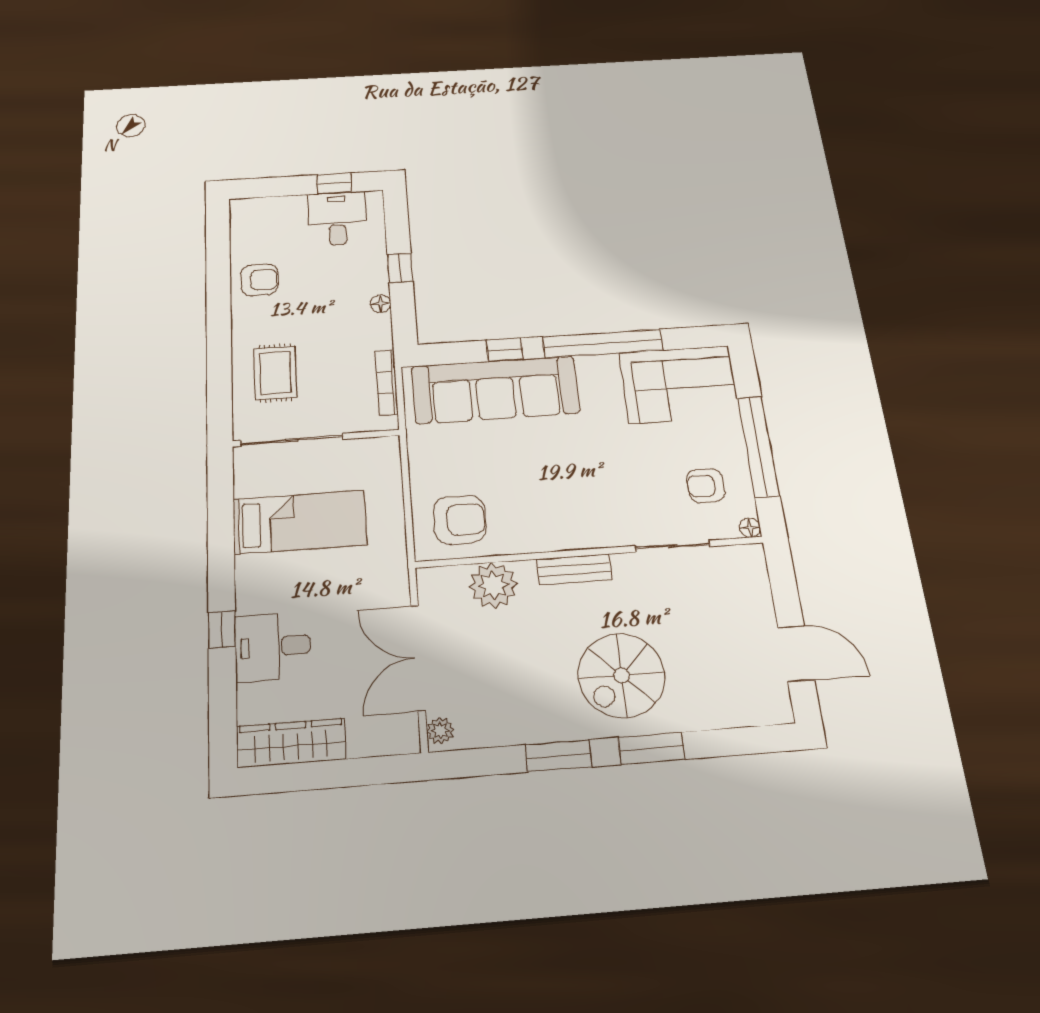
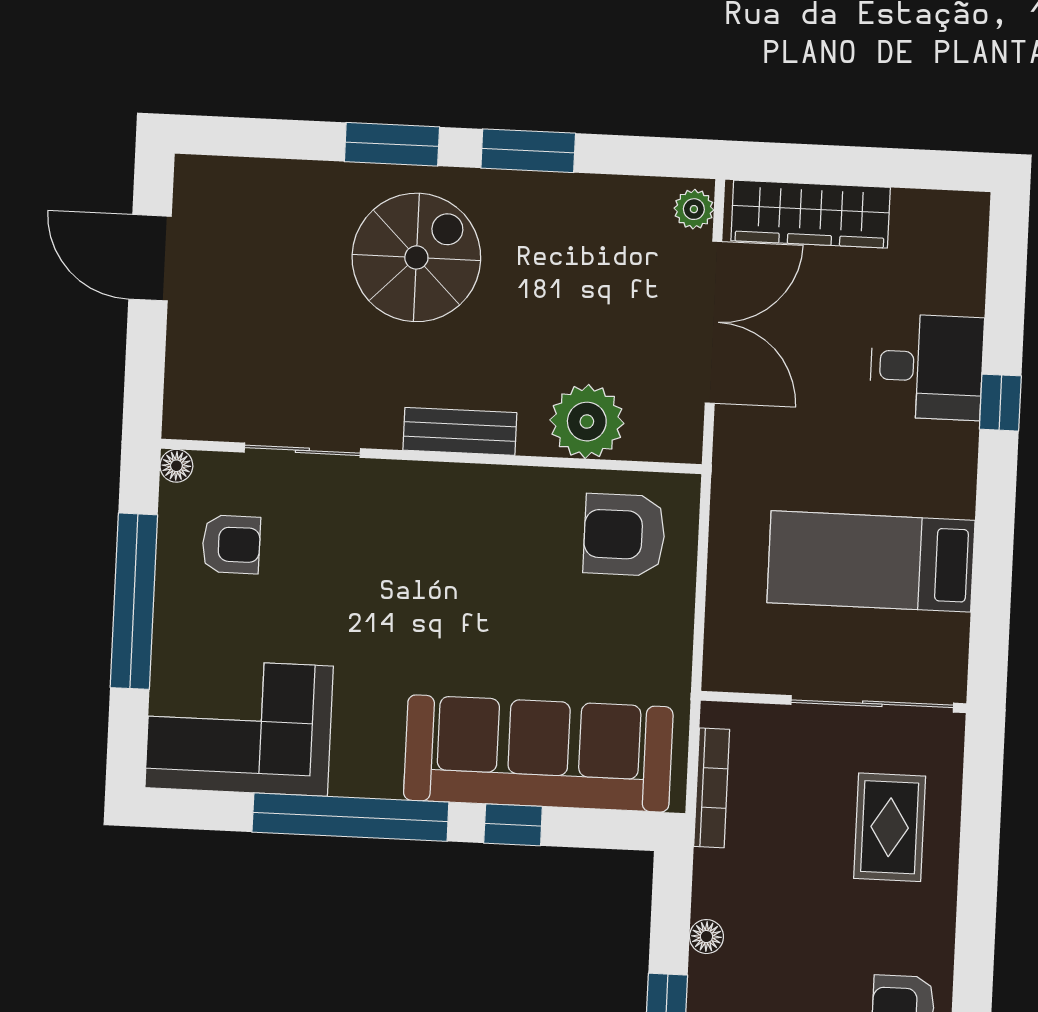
wardrobe: (291, 743) -> (811, 214), moved

